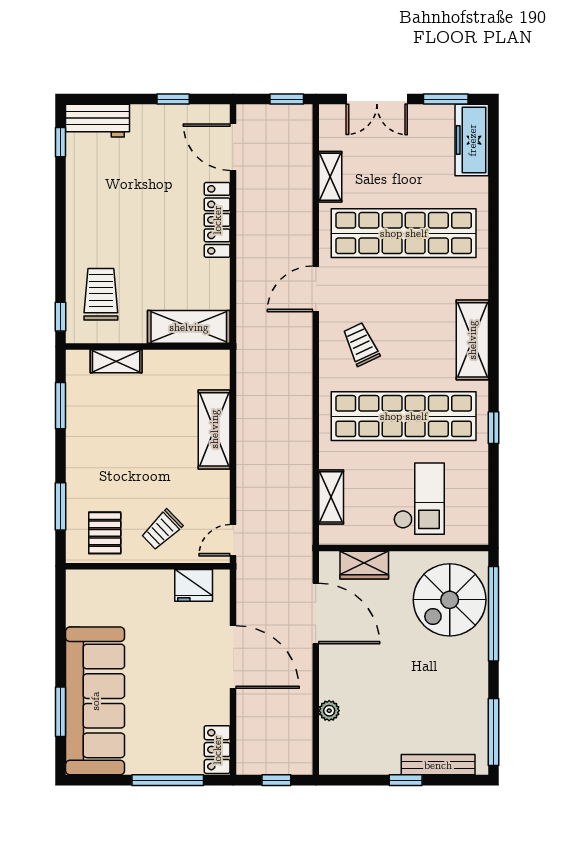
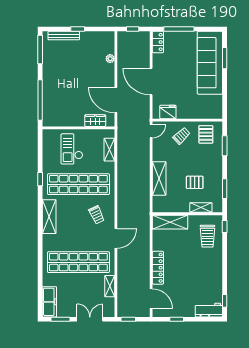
pallet: (131, 420) -> (195, 182), added
spiral stairs: (450, 600) -> (59, 106), removed

